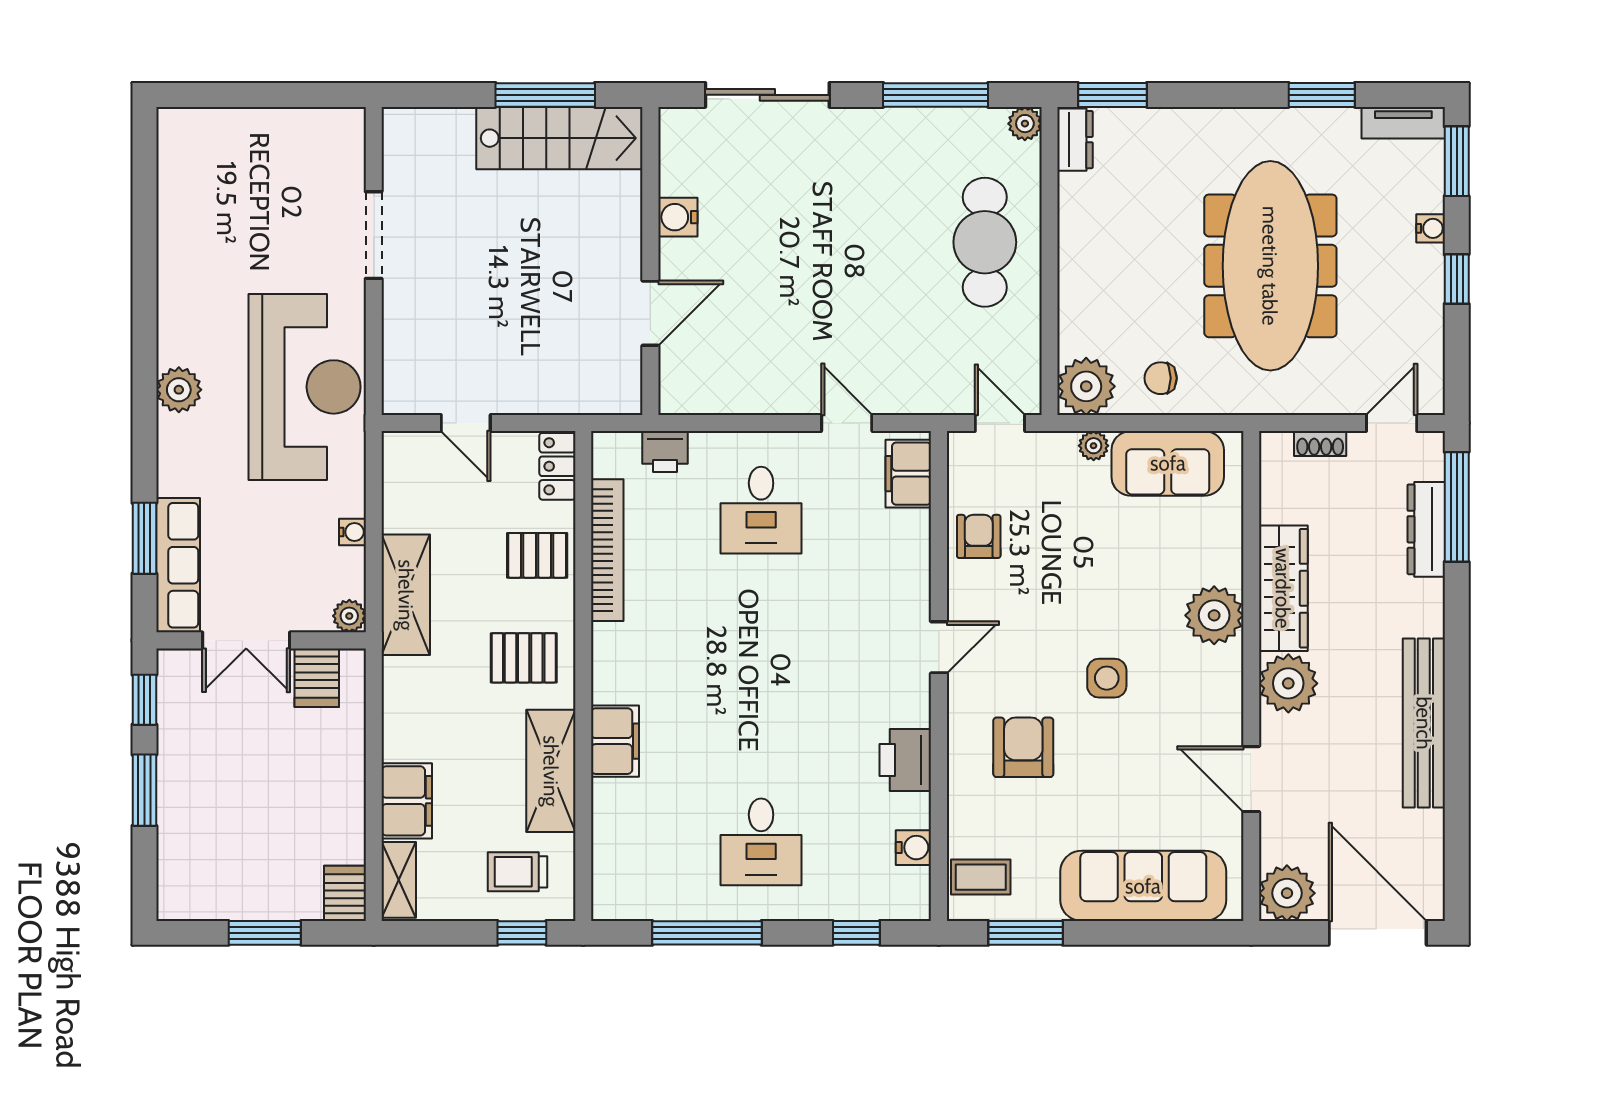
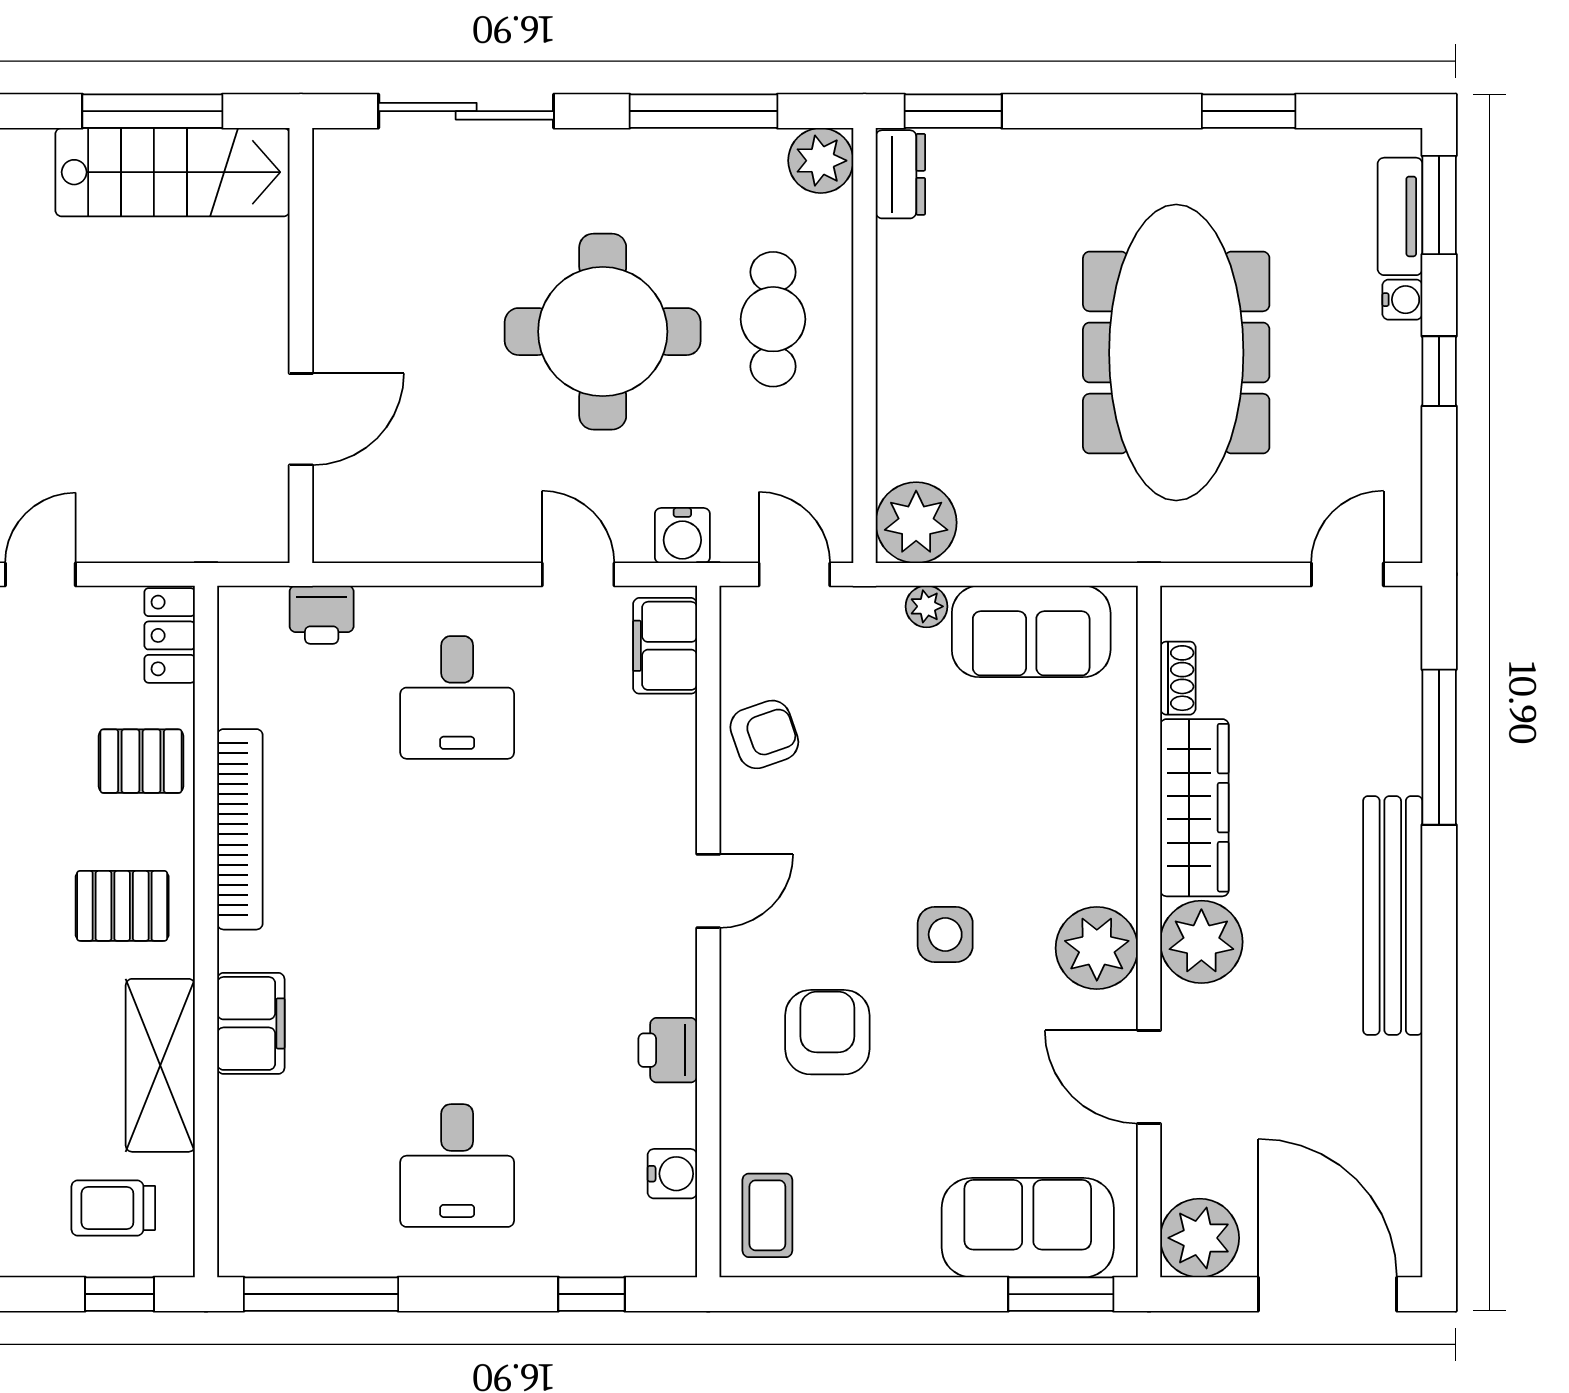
tv unit: (1403, 123) -> (1400, 216), moved, turned 90
plant: (1025, 124) -> (821, 161), width x1.38, depth x1.38
water cooler: (678, 217) -> (682, 536), moved, turned -90
cafe table: (985, 242) -> (773, 319), width x0.73, depth x0.74
round table: (864, 251) -> (603, 332), added
chair: (1161, 378) -> (1021, 511), removed
door: (466, 423) -> (40, 574), swing flipped
shoe rack: (1320, 443) -> (1178, 678), moved, turned -90
window: (1457, 507) -> (1439, 747), moved
dresser: (1426, 529) -> (1396, 724), removed
armchair: (979, 536) -> (764, 734), turned 71
bookcase: (607, 550) -> (240, 829), moved
plant: (1214, 615) -> (1097, 948), moved
bench: (1424, 723) -> (1393, 916), moved
printer: (905, 760) -> (668, 1050), width x0.73, depth x0.81
coffee table: (981, 877) -> (767, 1215), turned 90
sofa: (1143, 886) -> (1028, 1228), width x0.73
window: (707, 933) -> (321, 1294), moved
window: (1026, 933) -> (1061, 1294), moved

